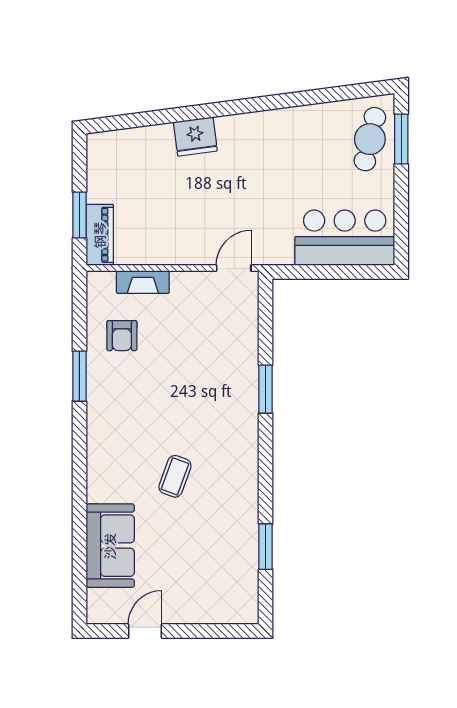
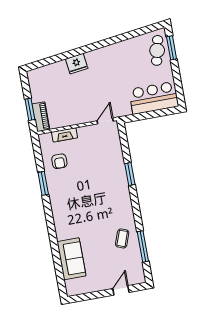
coffee table: (175, 476) -> (122, 238), moved
window: (266, 547) -> (143, 246), width x1.44
door: (145, 631) -> (121, 290), moved

